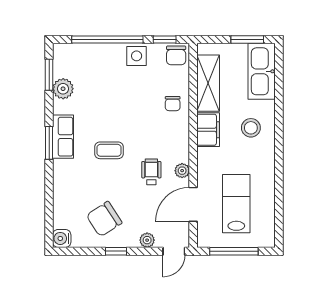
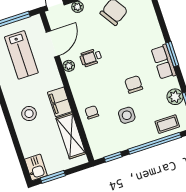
chair: (176, 55) -> (134, 84), moved
side table: (137, 56) -> (127, 115), moved
kitchen sink: (262, 71) -> (36, 167), width x0.53, depth x0.81
coffee table: (109, 150) -> (167, 124), moved
wheelchair: (151, 172) -> (91, 58), turned 90

